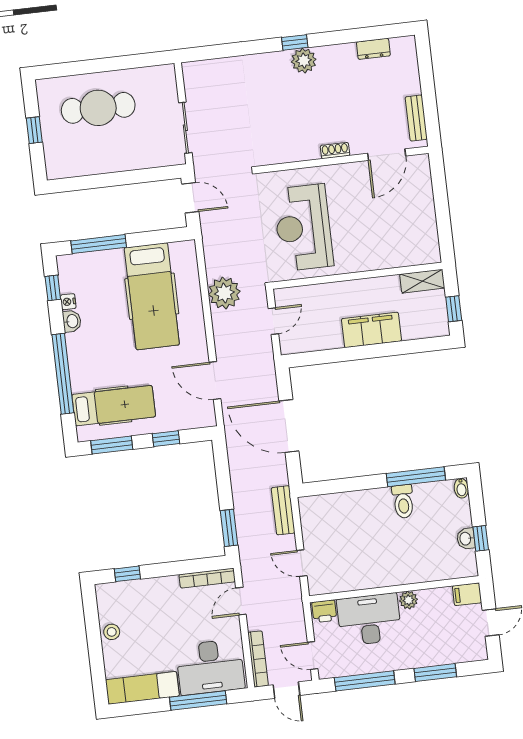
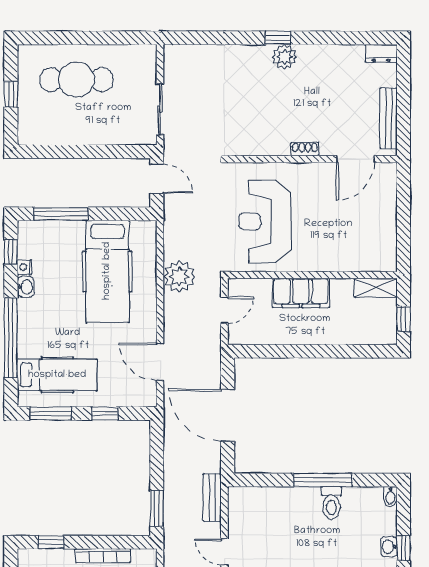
dresser: (373, 49) -> (381, 53), moved
bench: (416, 118) -> (389, 118), width x1.36
filing cabinet: (371, 330) -> (301, 293), moved, turned 180
window: (416, 477) -> (323, 480), moved
bookcase: (207, 578) -> (103, 556), moved

